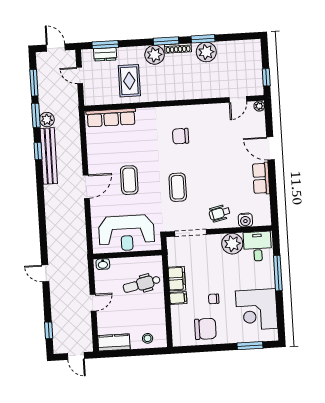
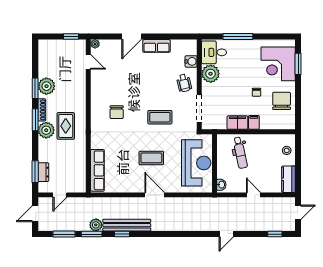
rug: (129, 81) -> (66, 126), moved, turned 90
corner desk: (257, 310) -> (278, 64), moved, turned 90

